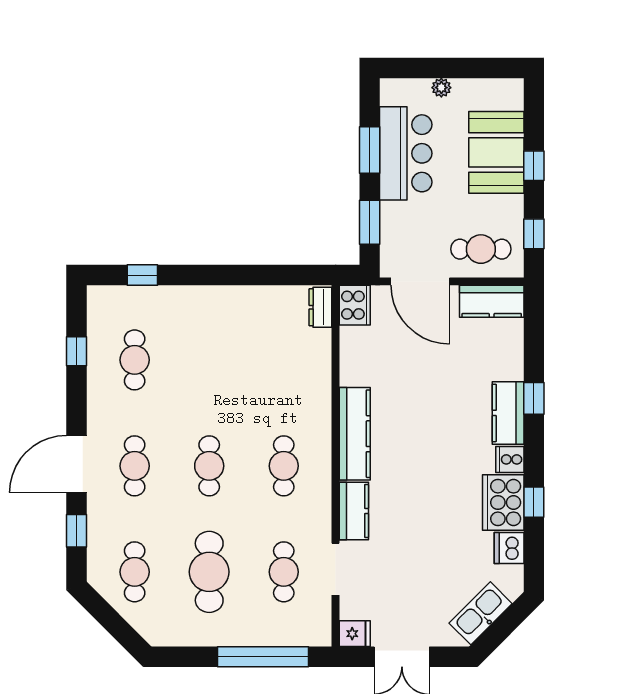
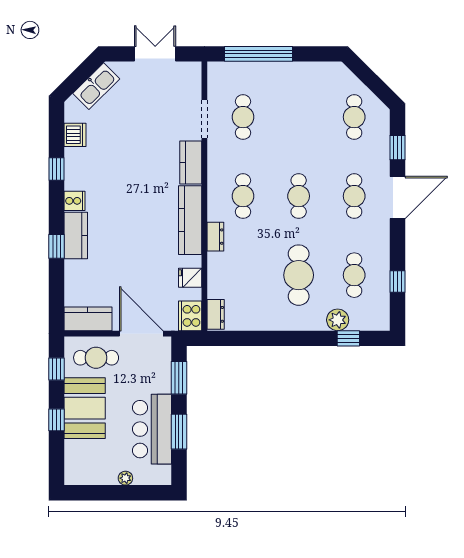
booth: (496, 152) -> (85, 408), moved
plant: (157, 300) -> (338, 320), added
dresser: (321, 412) -> (215, 237), added
cooker: (503, 502) -> (79, 169), removed
cafe table: (209, 572) -> (299, 275), moved
fridge: (355, 634) -> (190, 278), moved

